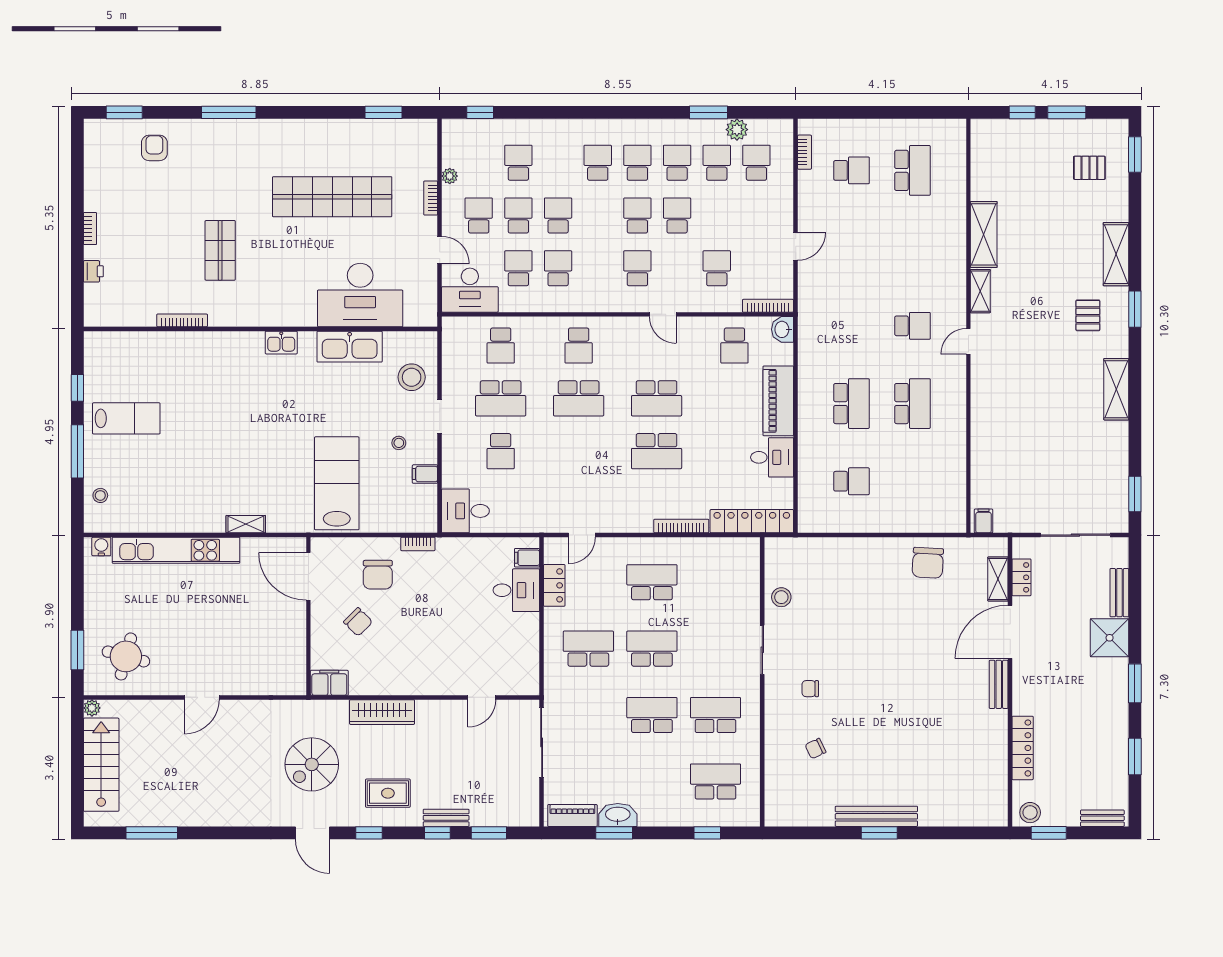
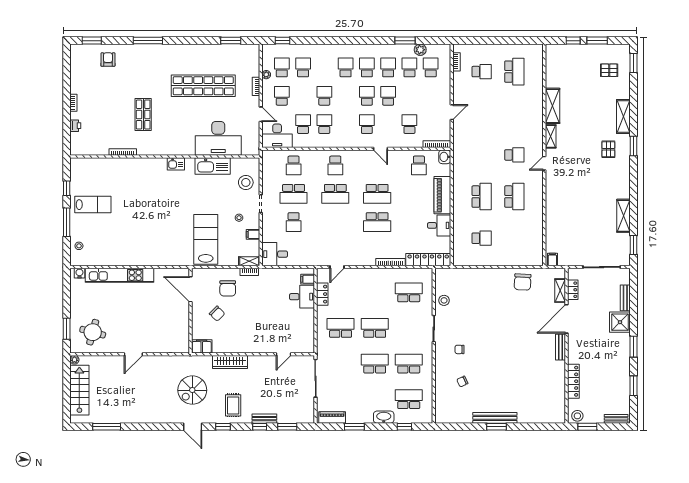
school desk: (518, 215) -> (282, 67), moved
shelving: (1116, 389) -> (624, 216), moved
shelving: (246, 524) -> (249, 261), moved
school desk: (652, 582) -> (409, 292), moved
rug: (388, 793) -> (233, 405), turned 90
washbasin: (618, 815) -> (384, 417), moved

